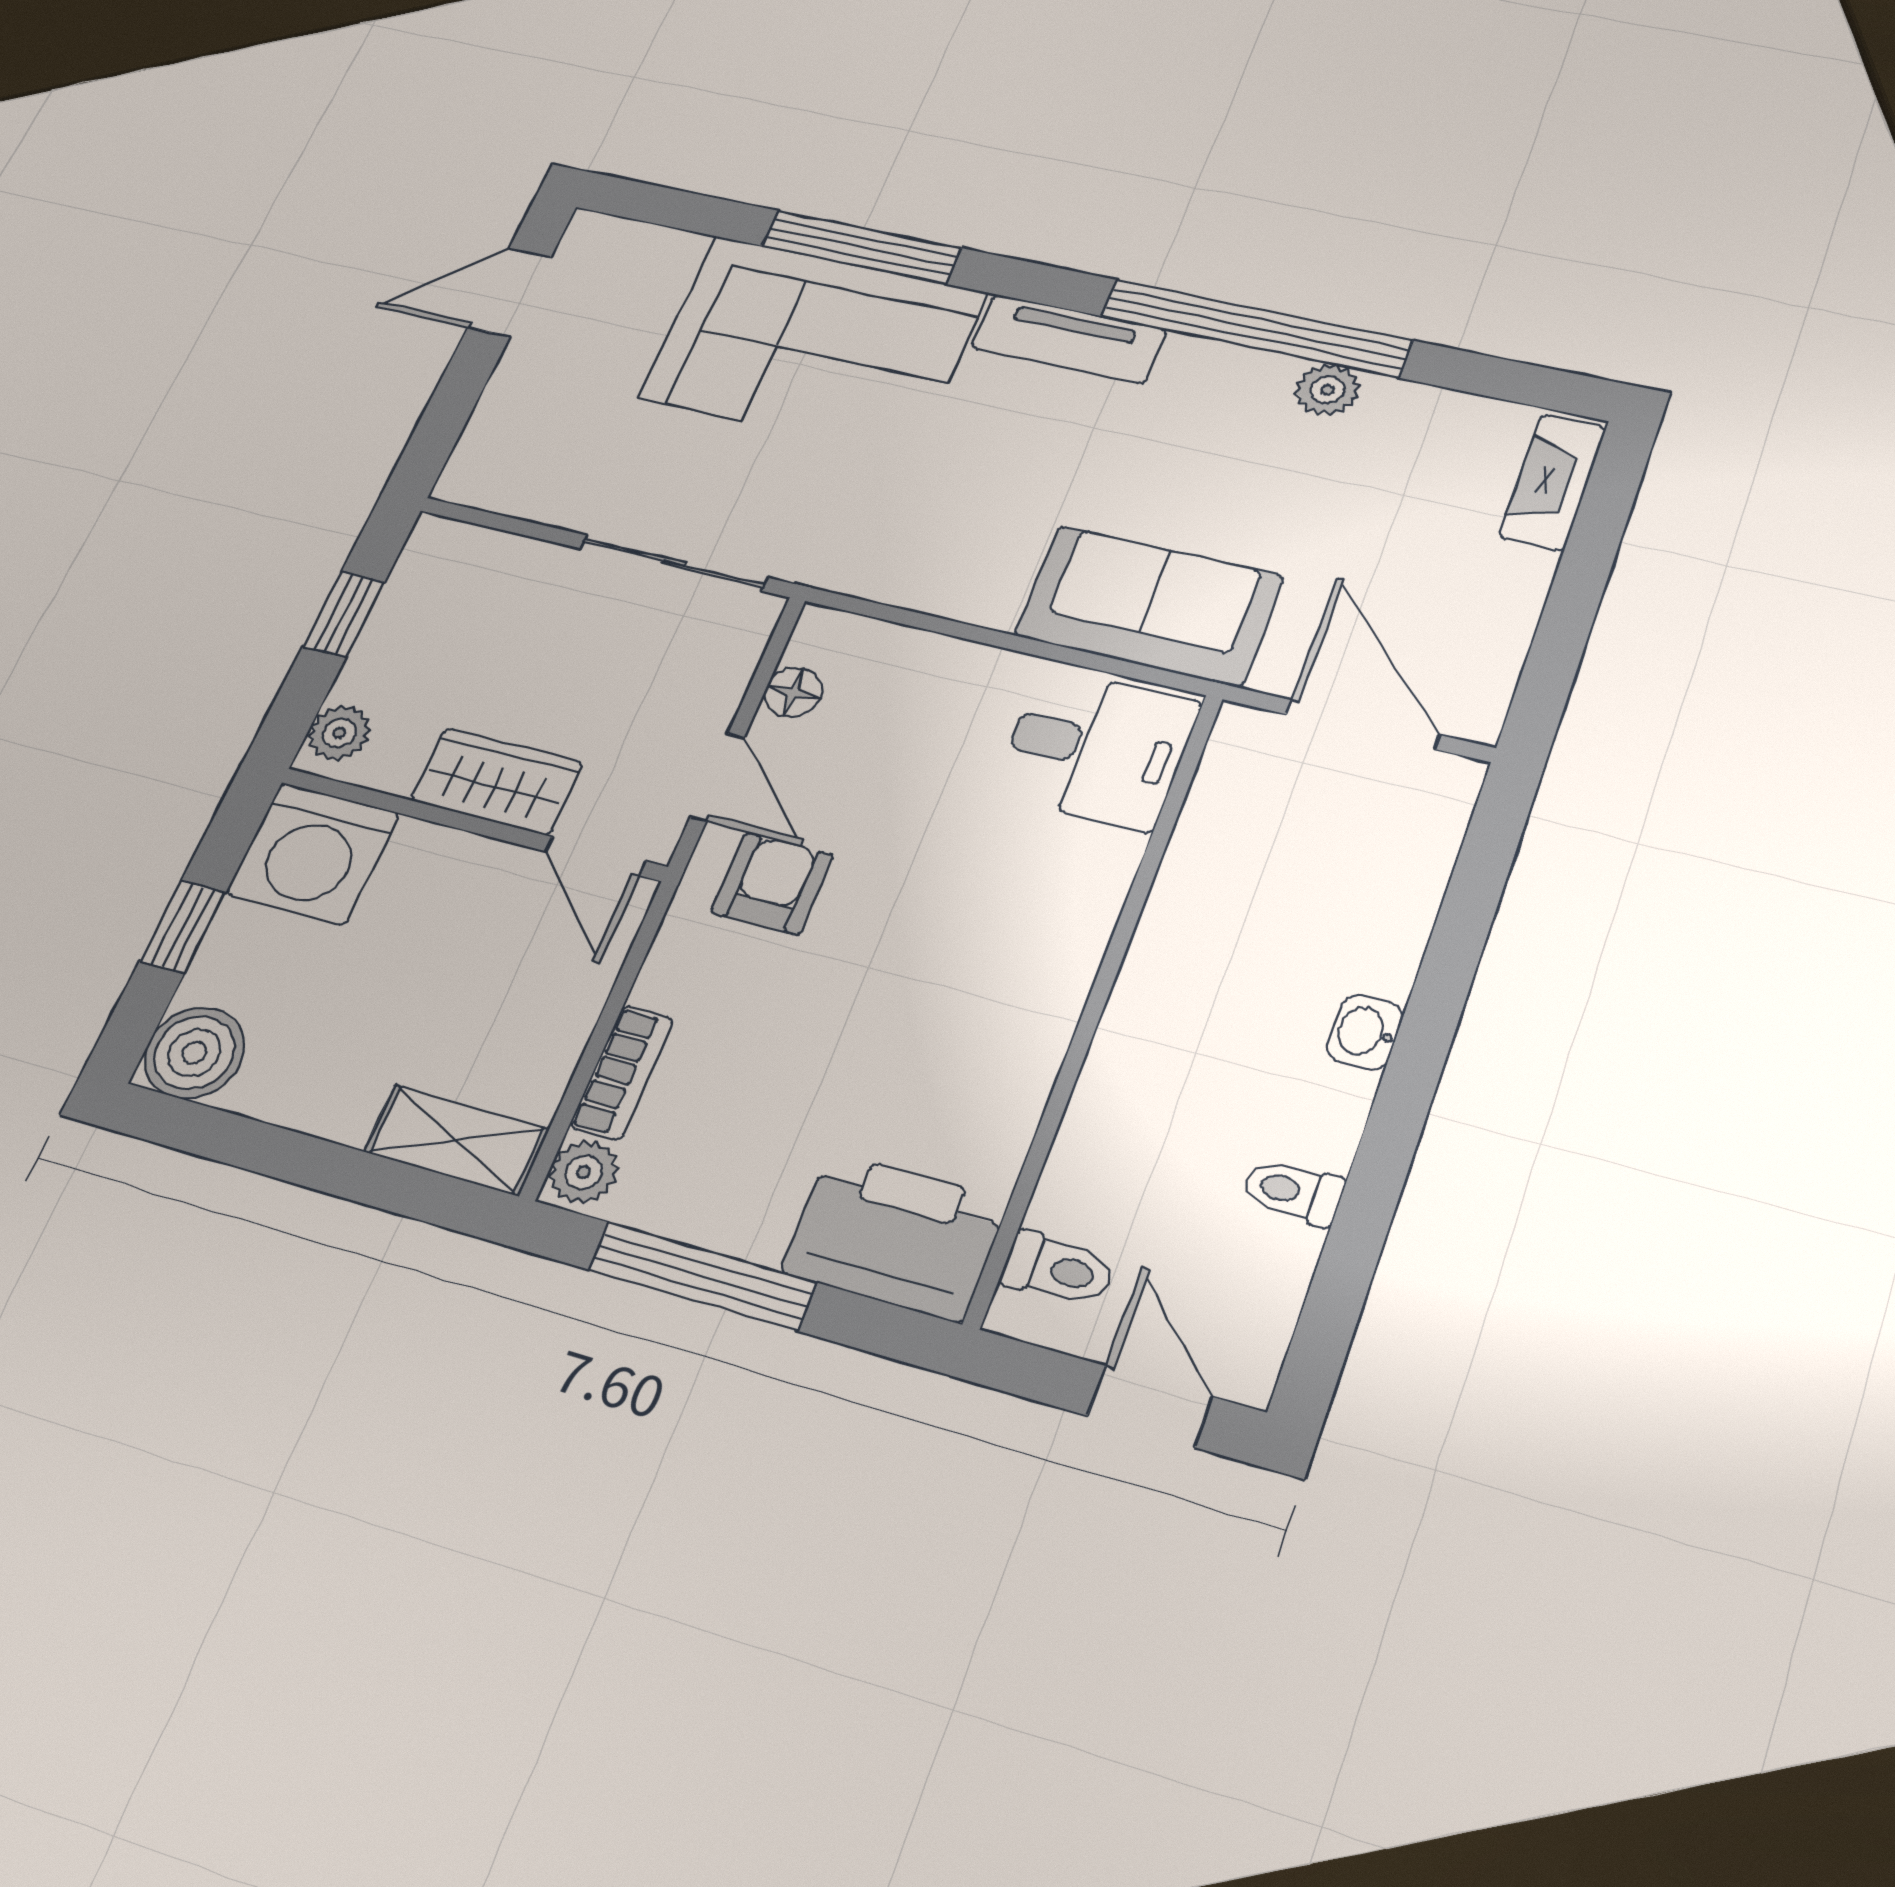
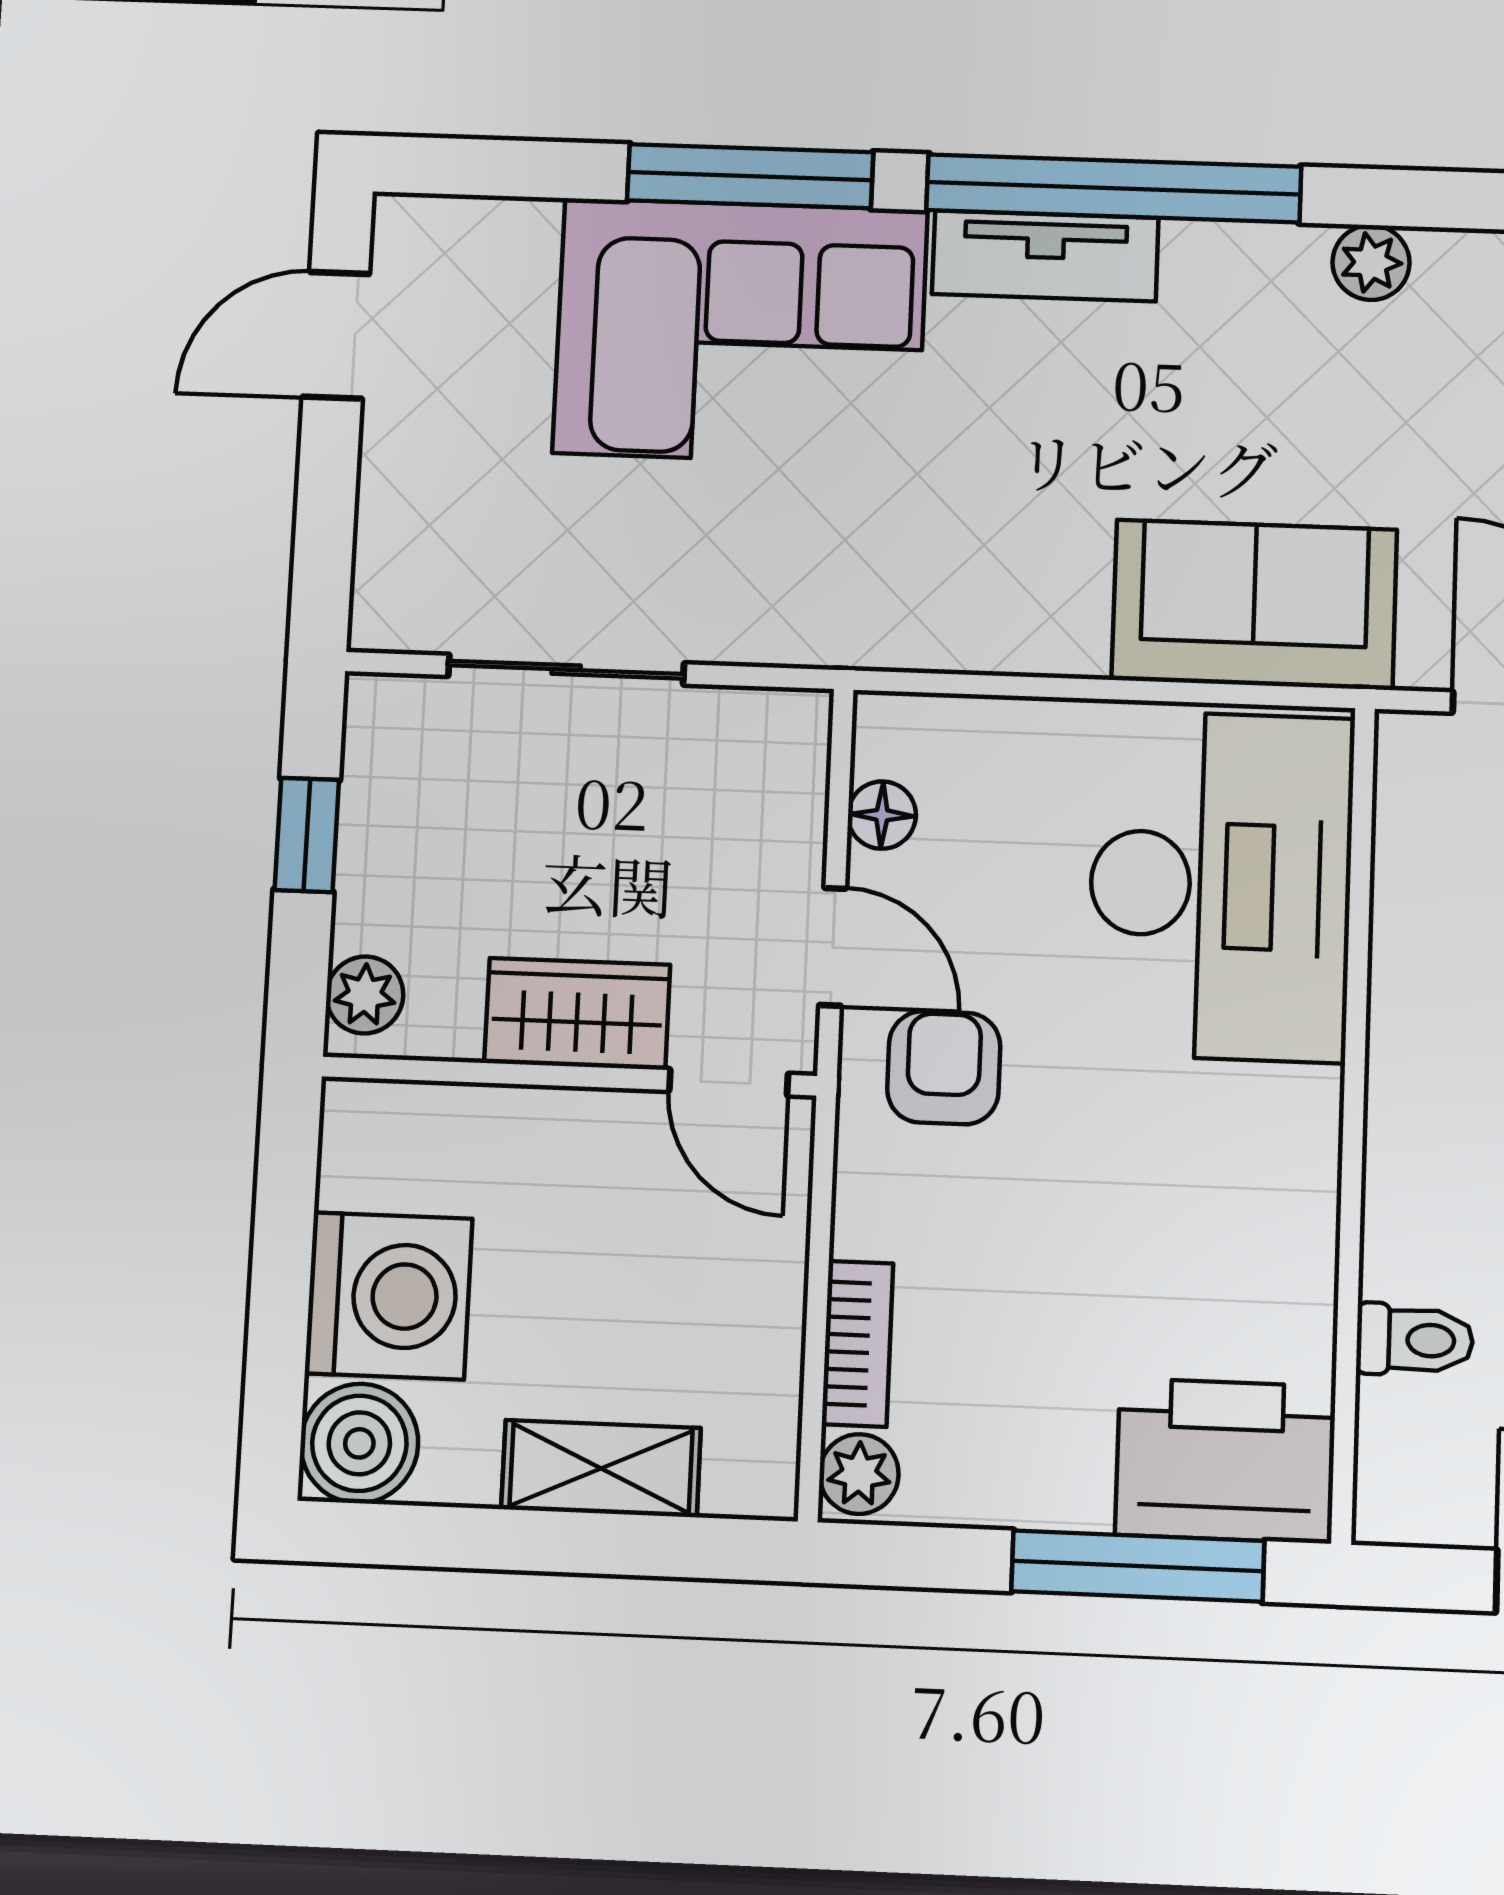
window: (1256, 328) -> (1114, 188), moved
sliding door: (674, 563) -> (566, 670), moved
desk: (1097, 748) -> (1221, 886), width x1.87, depth x1.30
washing machine: (313, 853) -> (389, 1296), moved, turned -90
window: (183, 927) -> (280, 1290), removed
shelving: (456, 1140) -> (601, 1469), moved
toilet: (1058, 1269) -> (1415, 1340), moved
window: (702, 1276) -> (1138, 1566), moved

